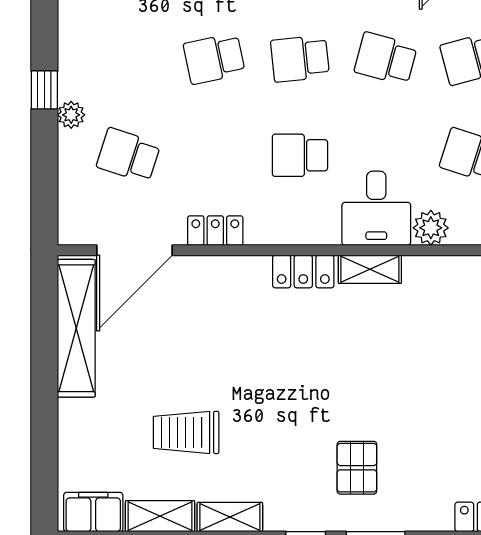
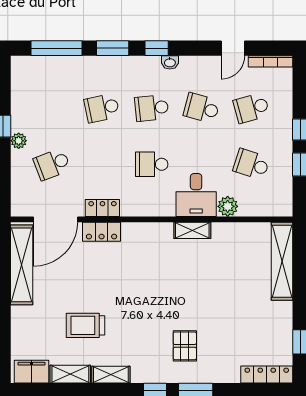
school desk: (128, 155) -> (52, 164), turned -39
locker: (303, 271) -> (102, 232), moved

